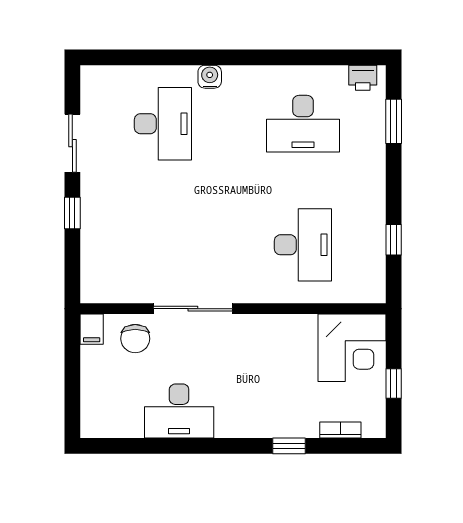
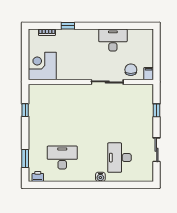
window: (72, 213) -> (157, 110), moved
desk: (303, 245) -> (62, 108), removed
window: (394, 383) -> (25, 51), removed

